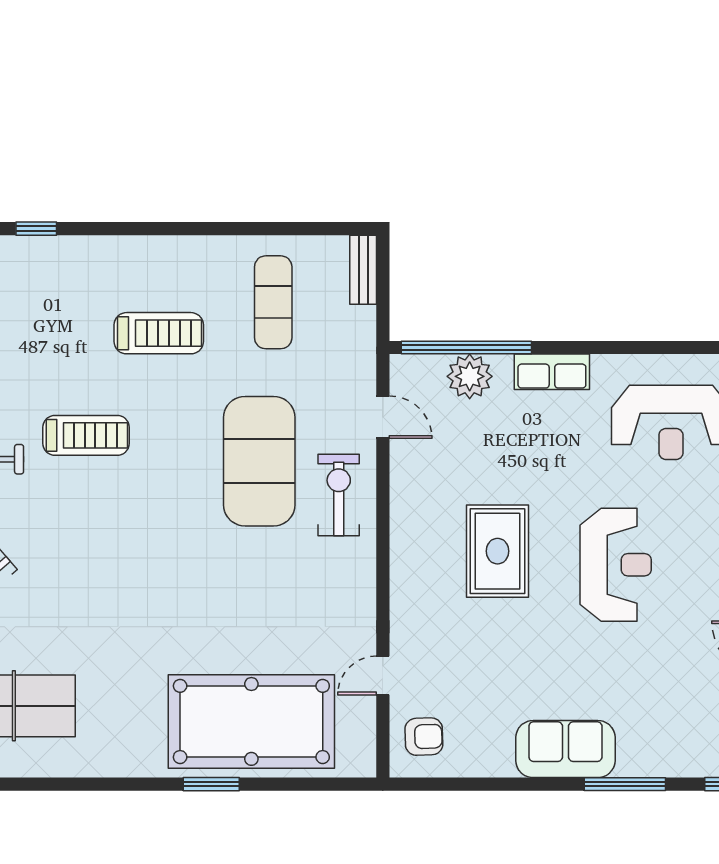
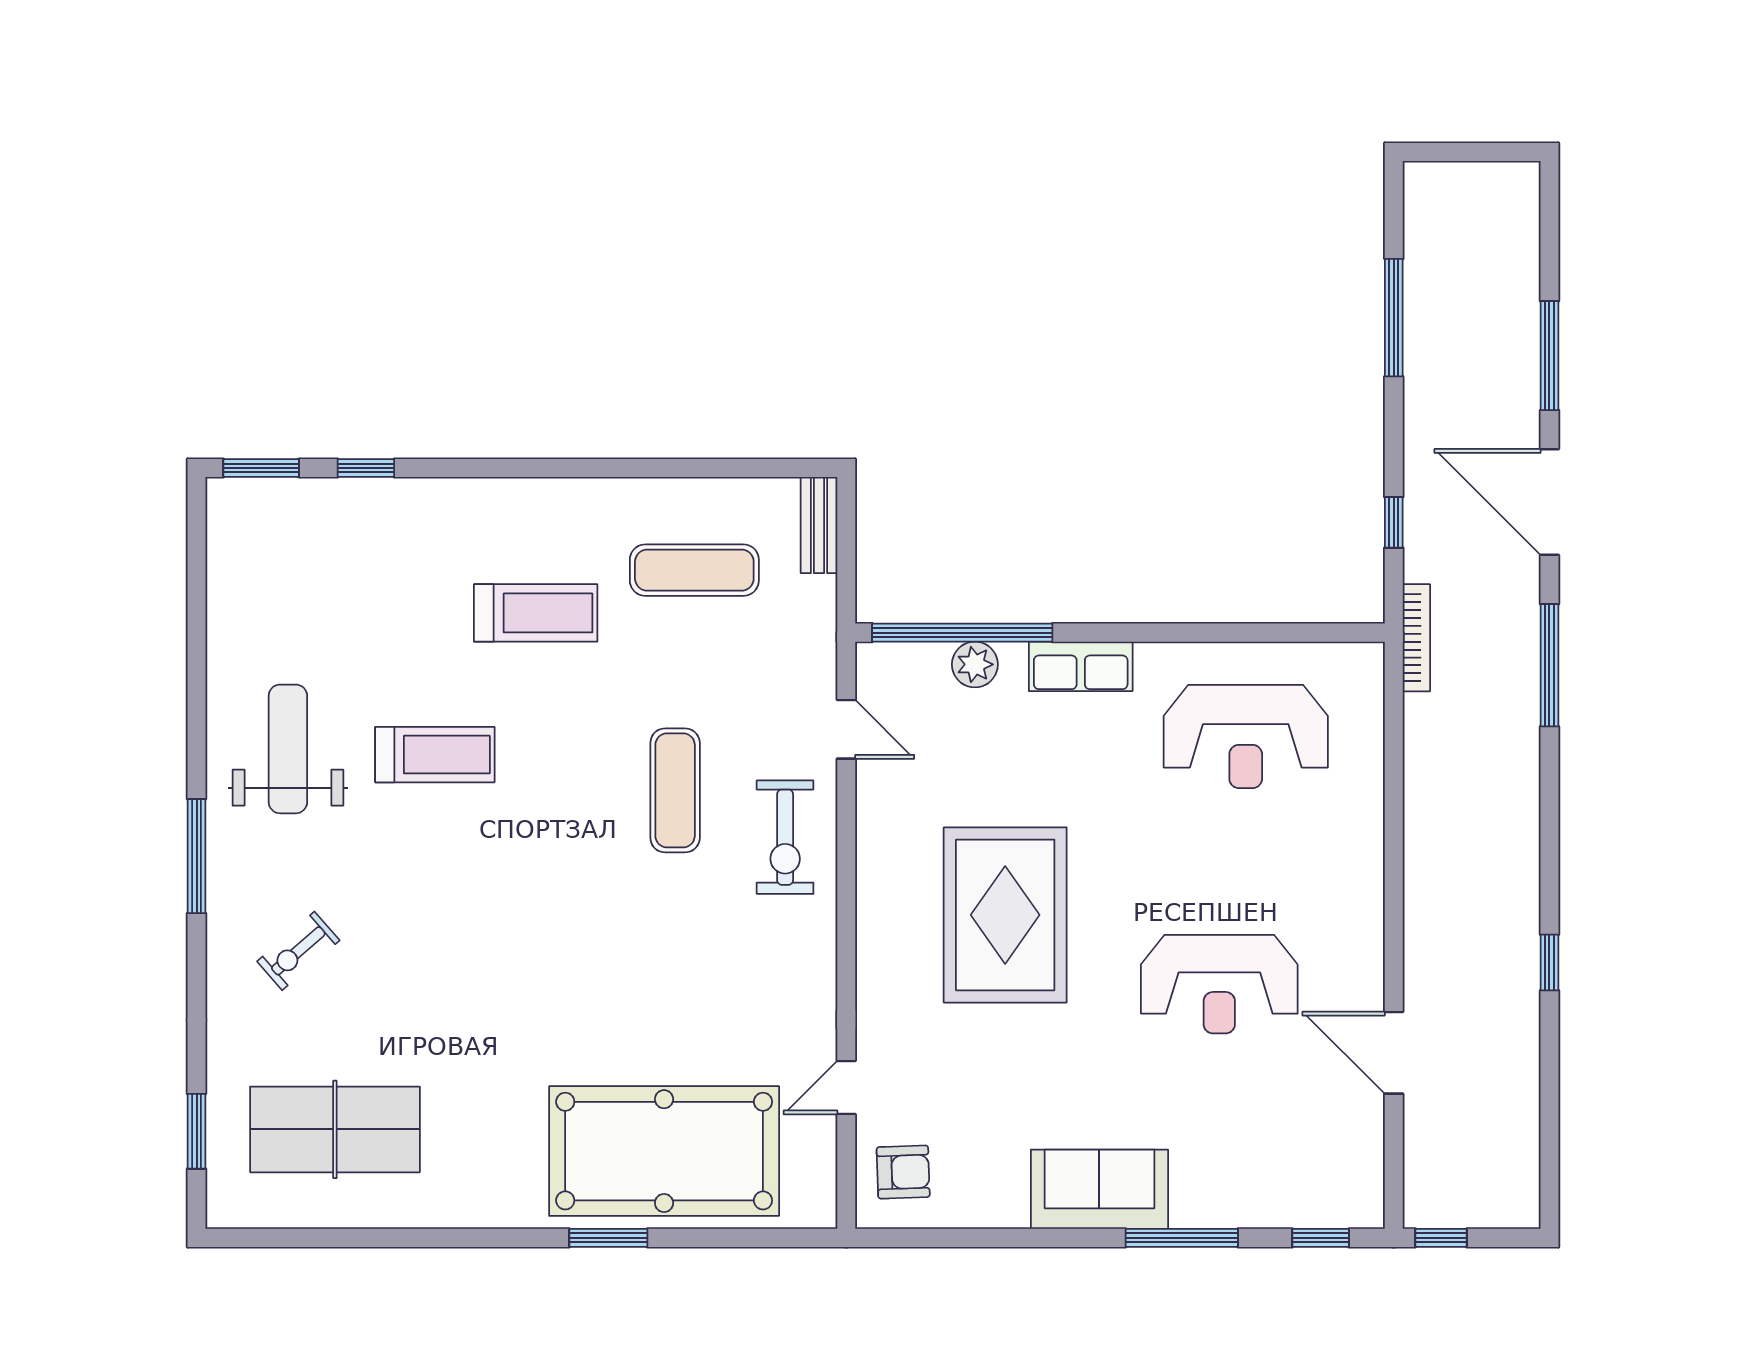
exercise mat: (273, 302) -> (694, 570), turned 90
plant: (470, 376) -> (975, 664), width x0.73, depth x0.73
exercise mat: (259, 461) -> (675, 790), width x0.50, depth x0.69
exercise bike: (339, 495) -> (785, 837), turned 180
rug: (497, 551) -> (1005, 915), width x1.37, depth x1.44
reception desk: (616, 565) -> (1219, 984), moved, turned 90

